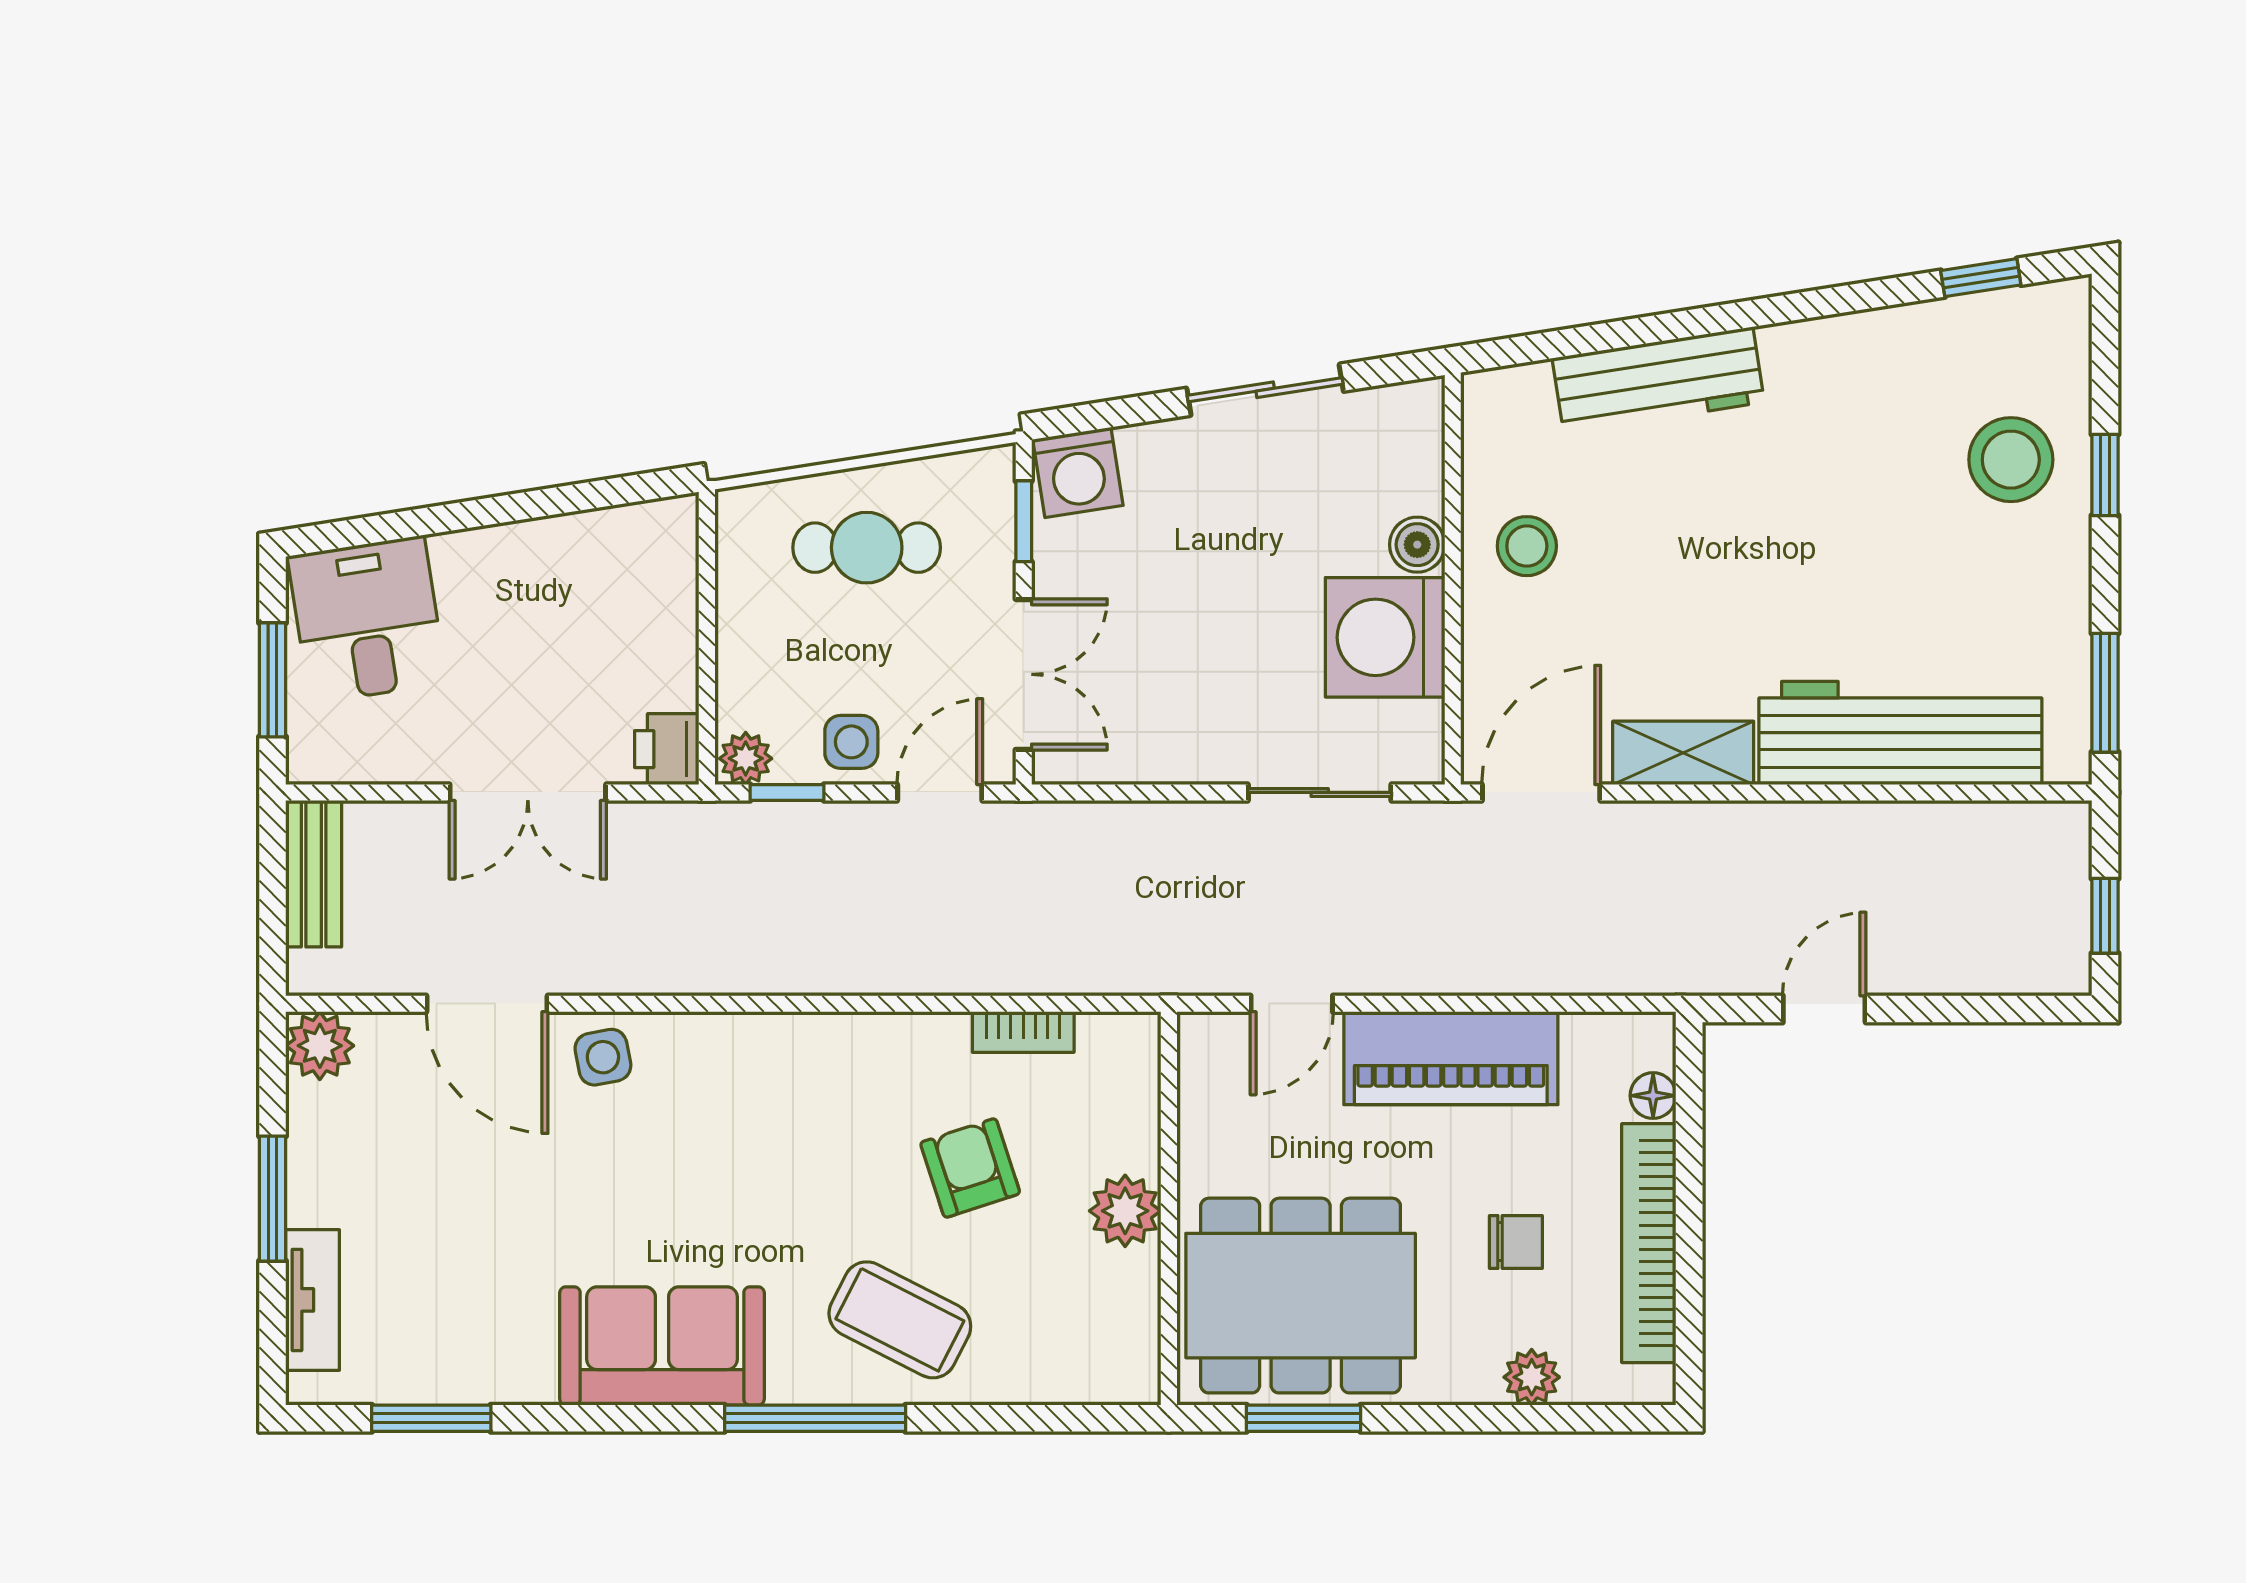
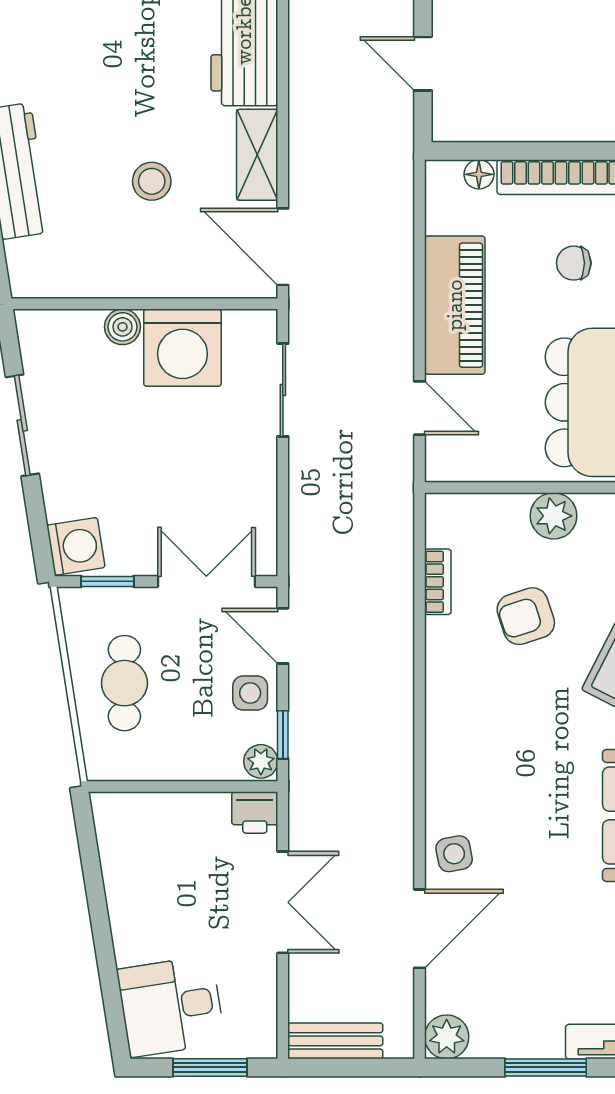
stool: (1527, 546) -> (152, 181), moved
chair: (1516, 1242) -> (574, 263), turned -90

